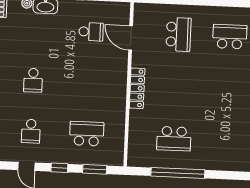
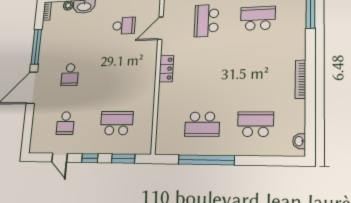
school desk: (178, 34) -> (206, 21), turned 180
door: (131, 38) -> (160, 28), hinge flipped
locker: (137, 88) -> (166, 69), width x0.66
school desk: (225, 141) -> (256, 124), added

